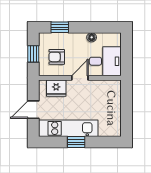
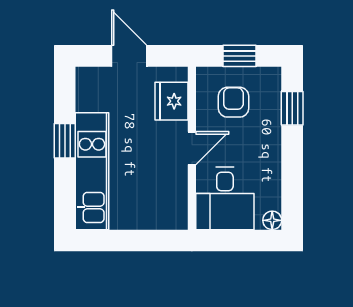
floor lamp: (92, 37) -> (272, 220), moved
door: (80, 78) -> (192, 148), hinge flipped
kitchen unit: (68, 128) -> (92, 171), moved

